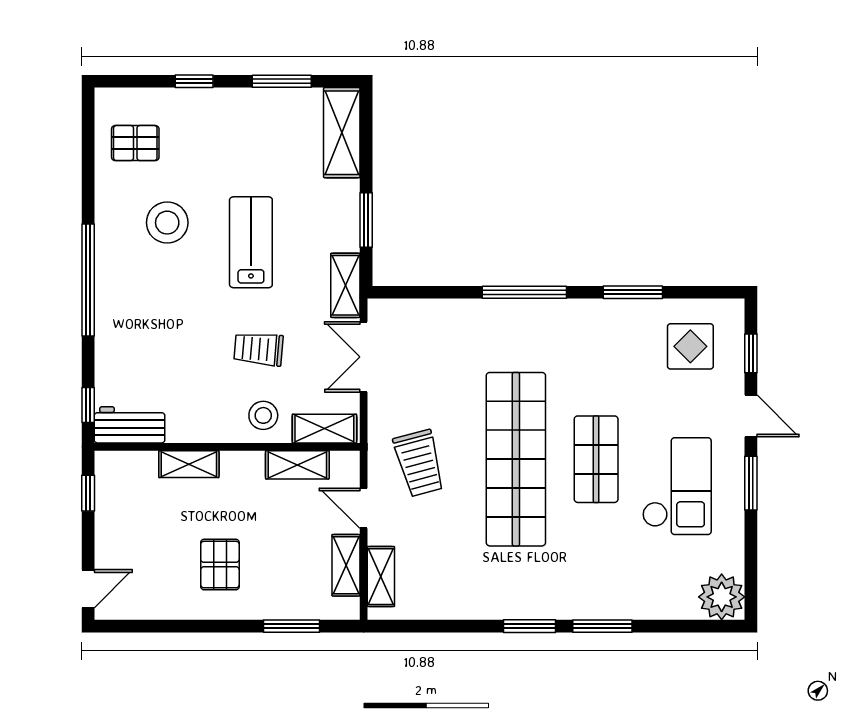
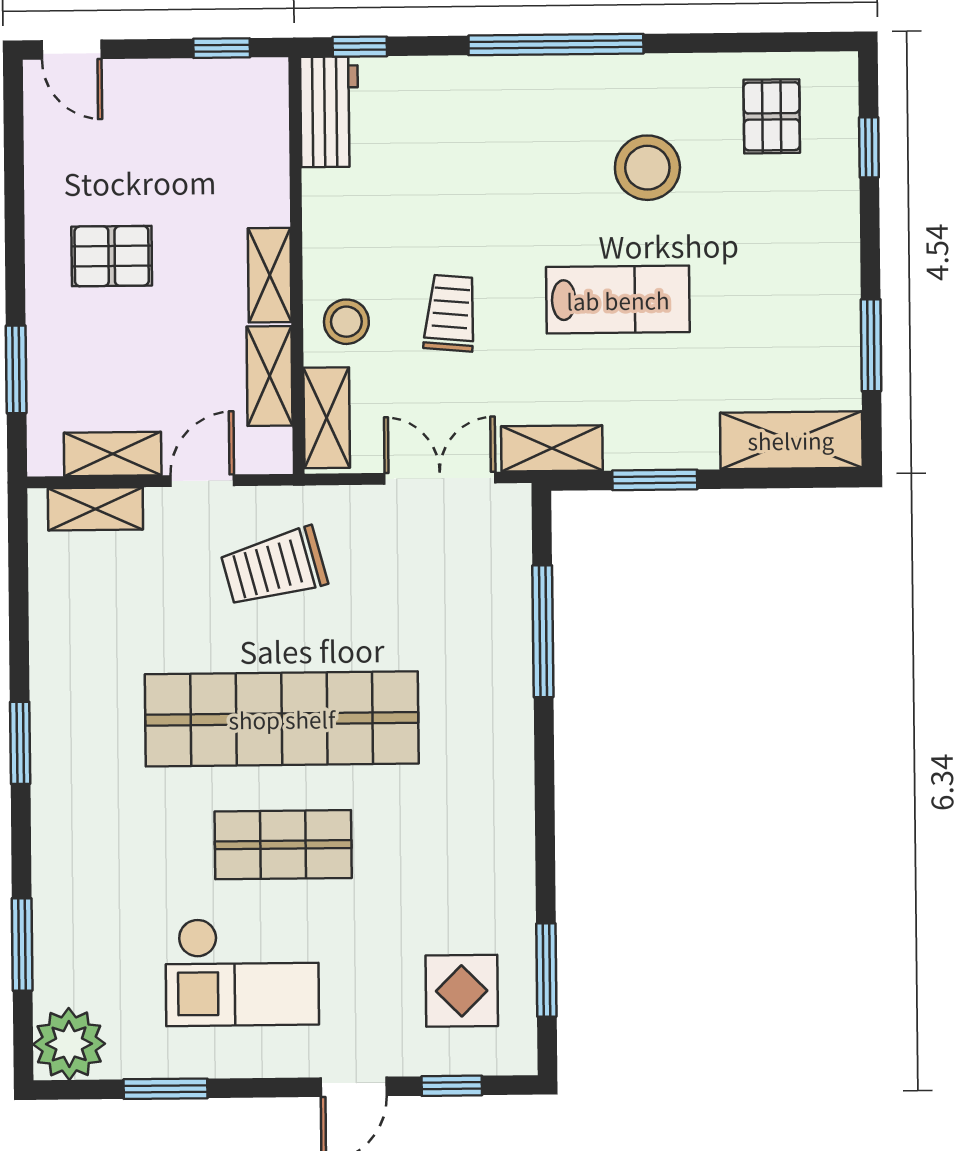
window: (194, 81) -> (869, 147), moved
window: (524, 292) -> (543, 631), moved
window: (633, 292) -> (546, 970), moved
shelving: (189, 464) -> (270, 275), moved
window: (751, 483) -> (166, 1089), moved
window: (602, 626) -> (22, 944), moved

